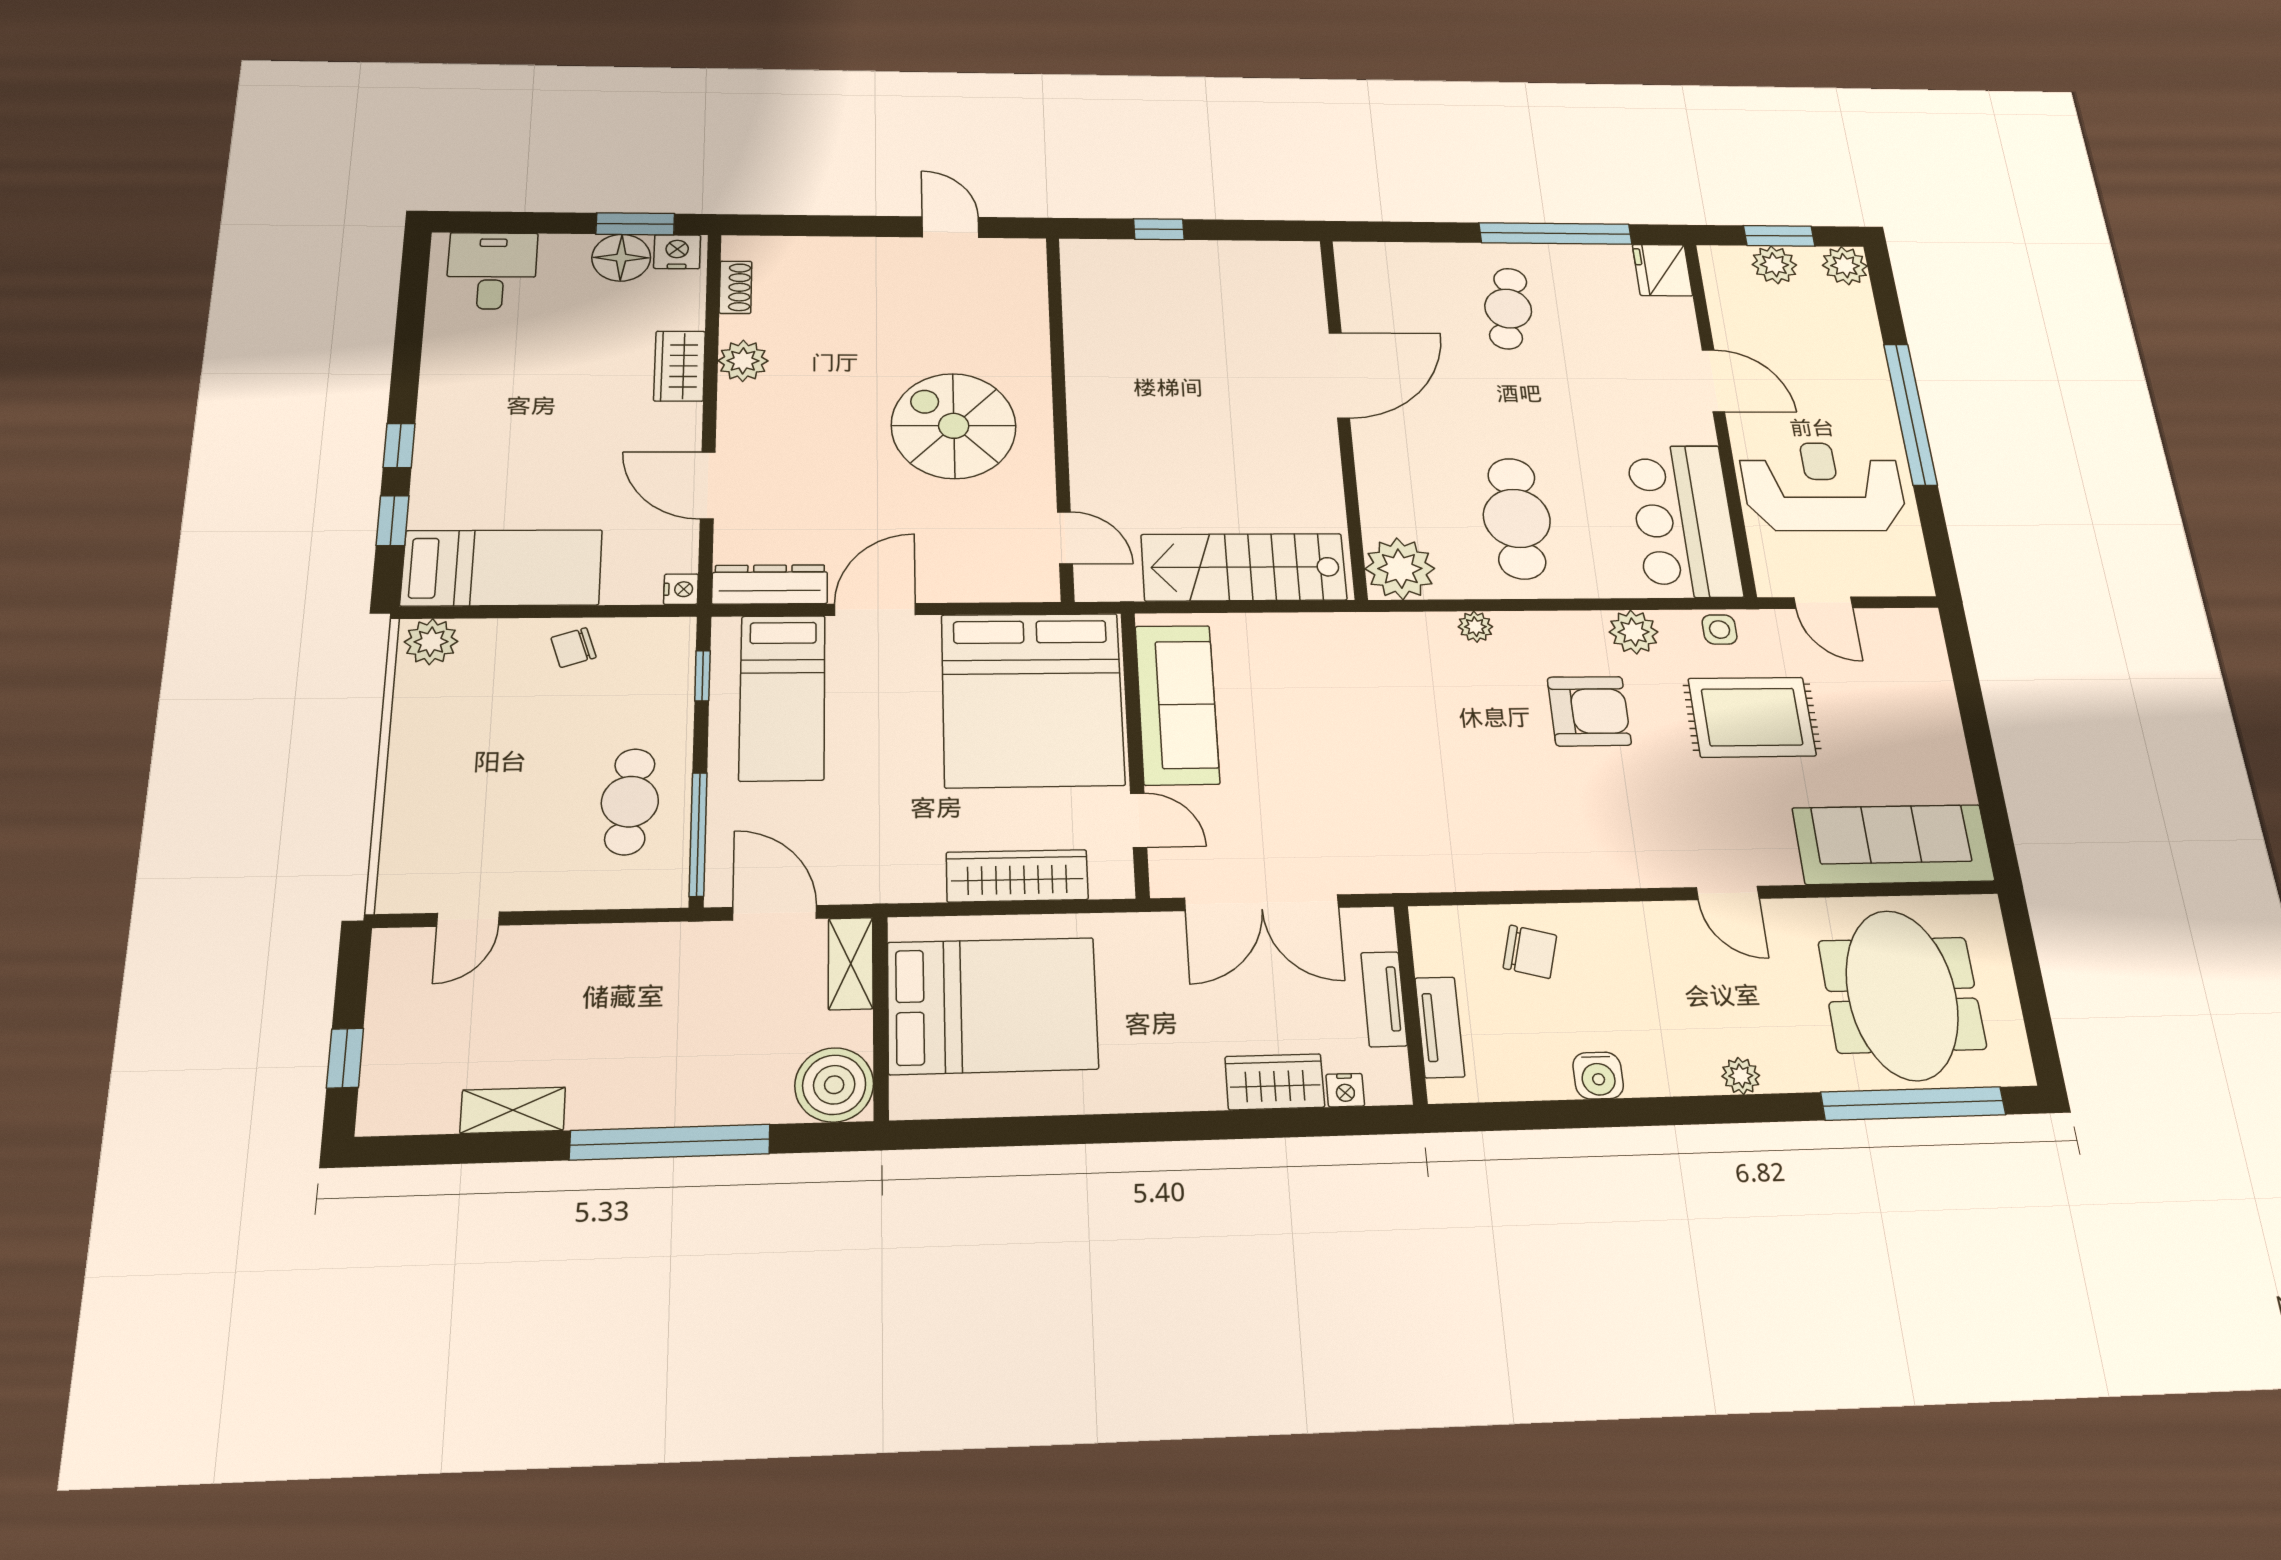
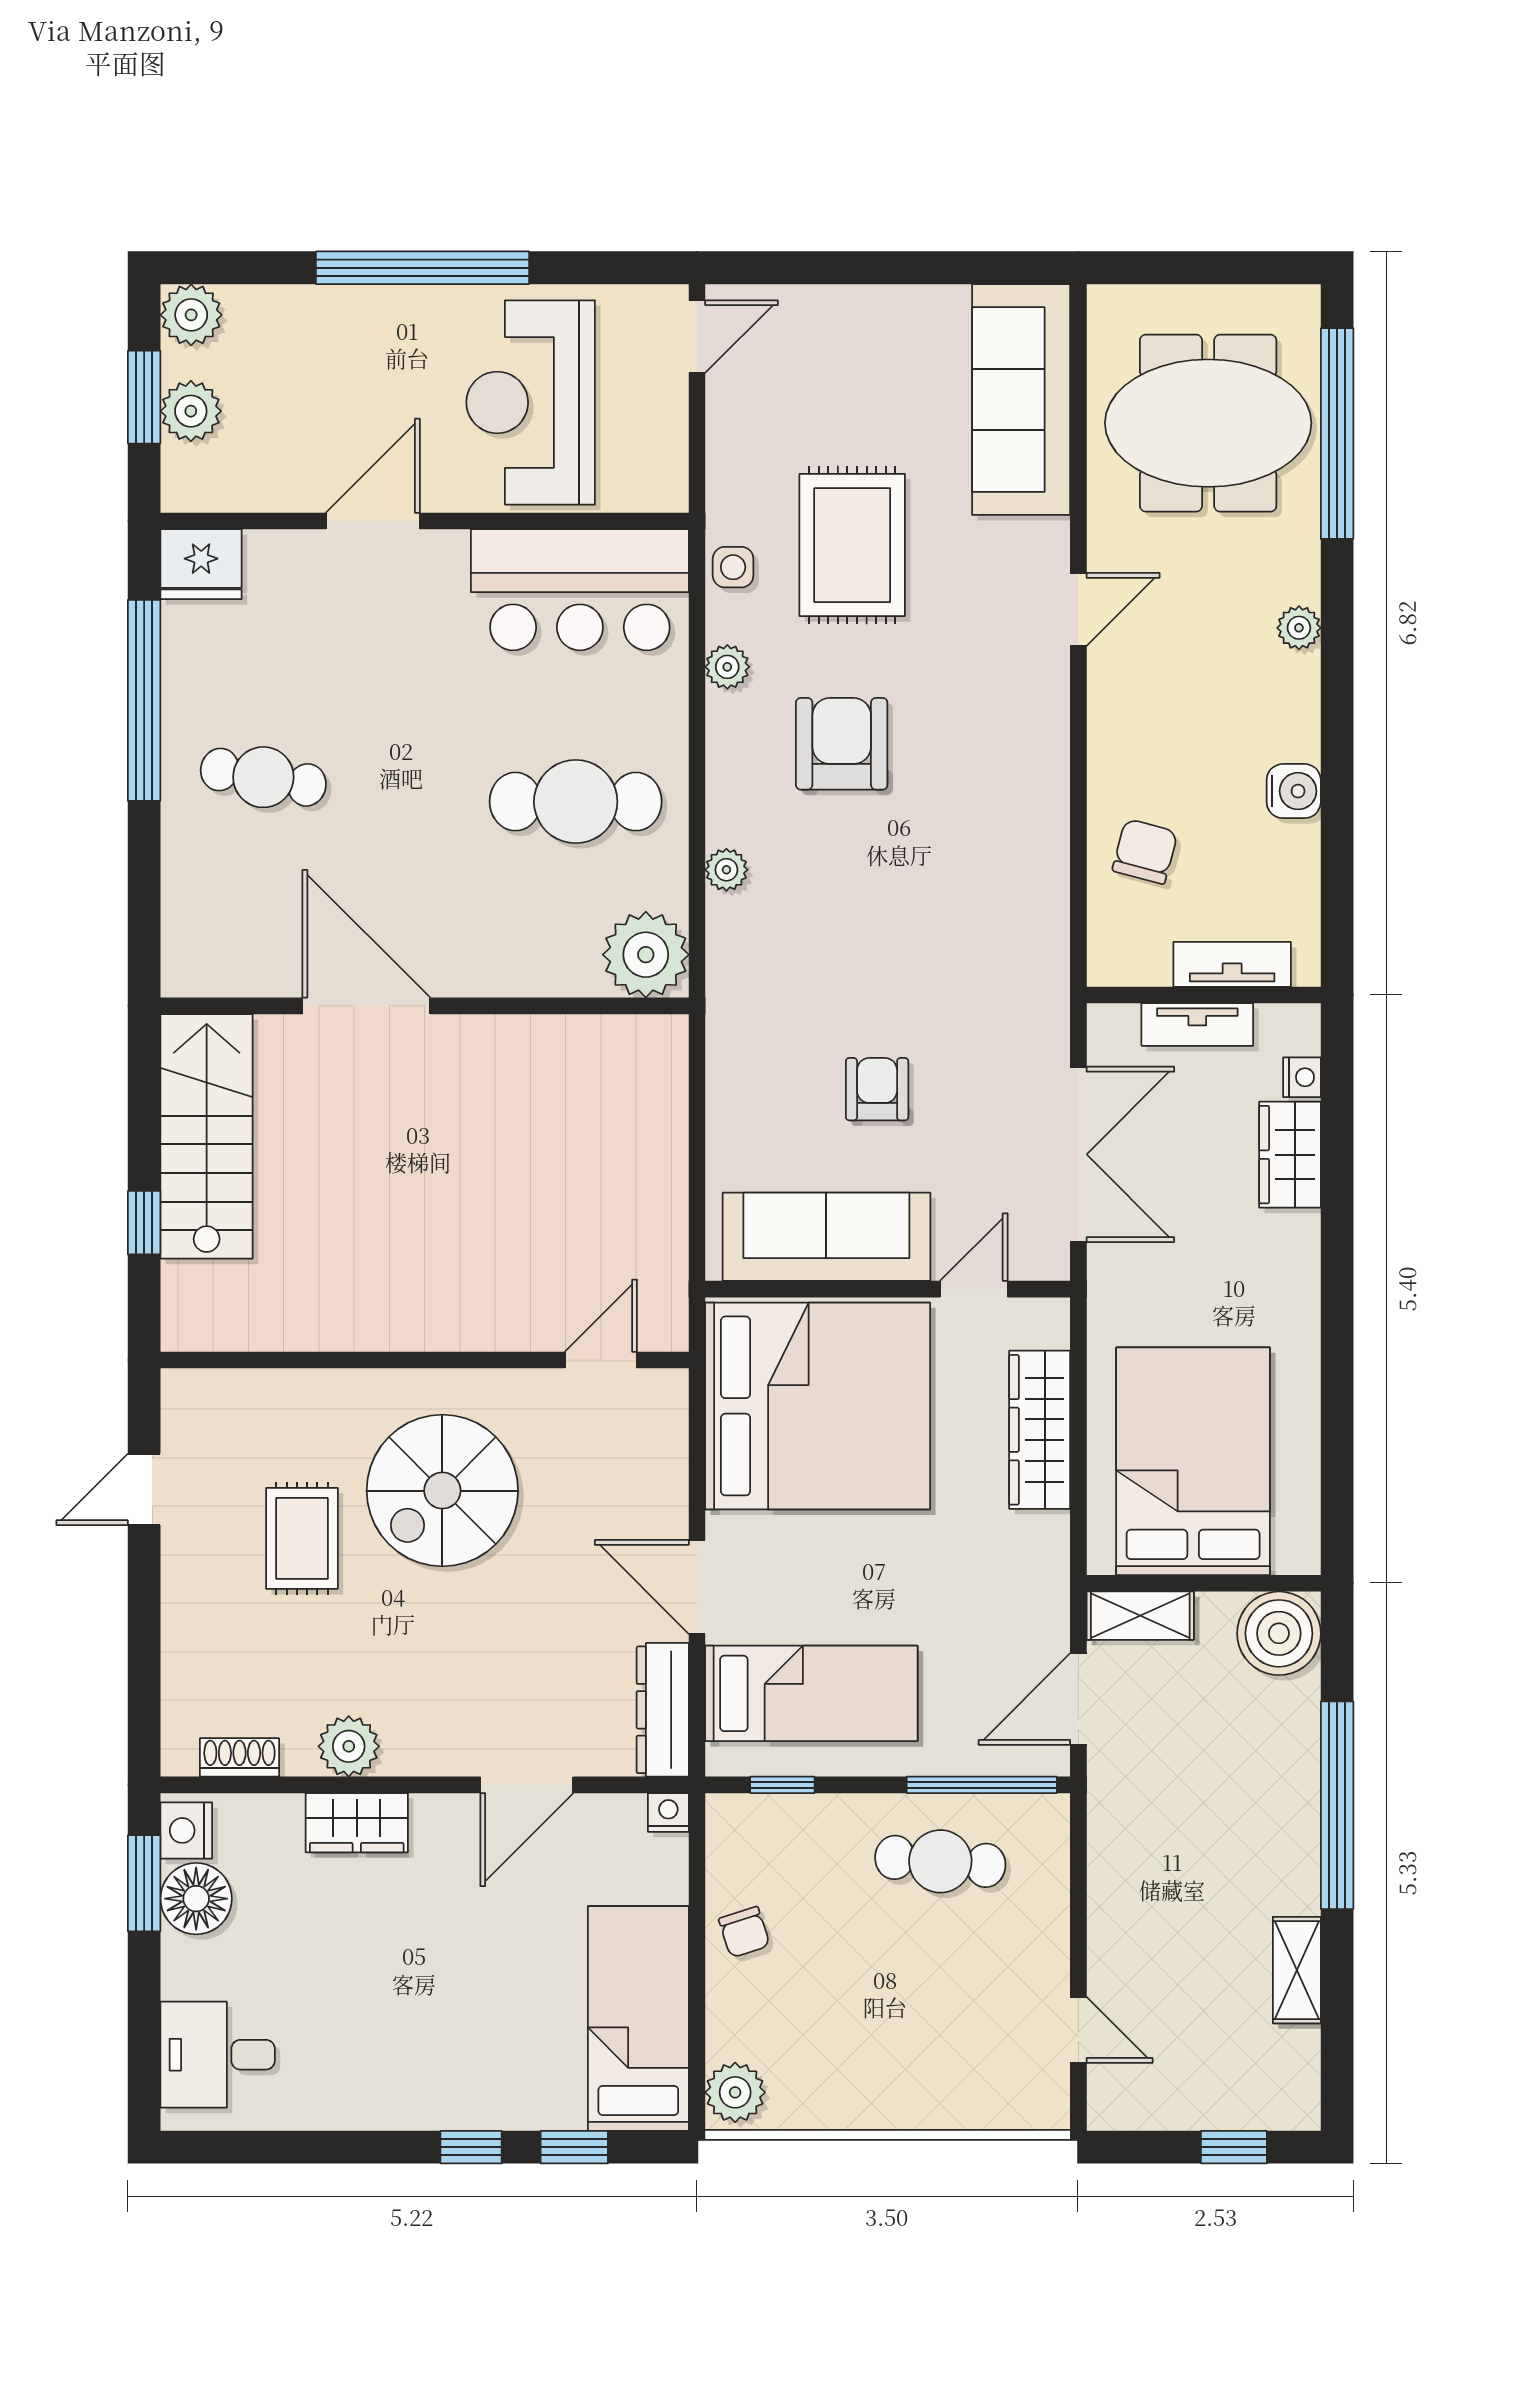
rug: (913, 330) -> (302, 1538), added
stairs: (1244, 567) -> (207, 1136), moved, turned 180
door: (1823, 603) -> (697, 337), moved
plant: (1634, 632) -> (727, 667), width x0.73, depth x0.73
armchair: (1305, 742) -> (877, 1089), added

